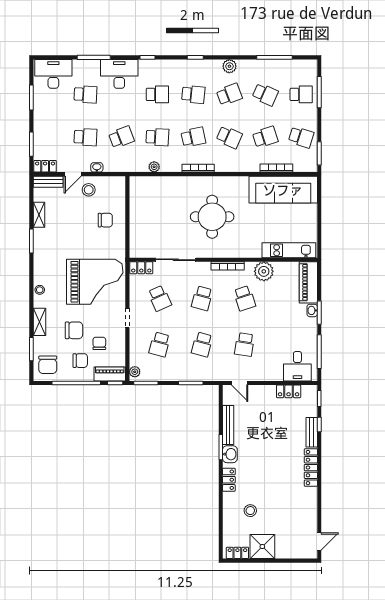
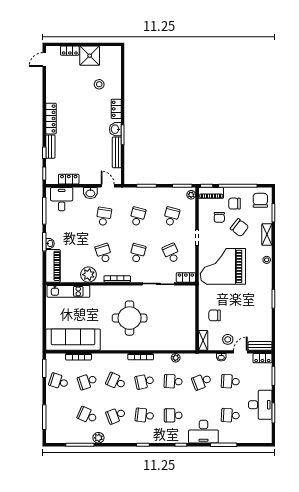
plant: (229, 66) -> (98, 438), moved
desk: (53, 74) -> (260, 405), moved, turned -90
school desk: (301, 94) -> (59, 415), removed
shelving: (39, 215) -> (203, 340), moved
chair: (74, 330) -> (239, 228), turned -142
washbasin: (261, 374) -> (90, 193), added
locker: (237, 553) -> (70, 51), moved

